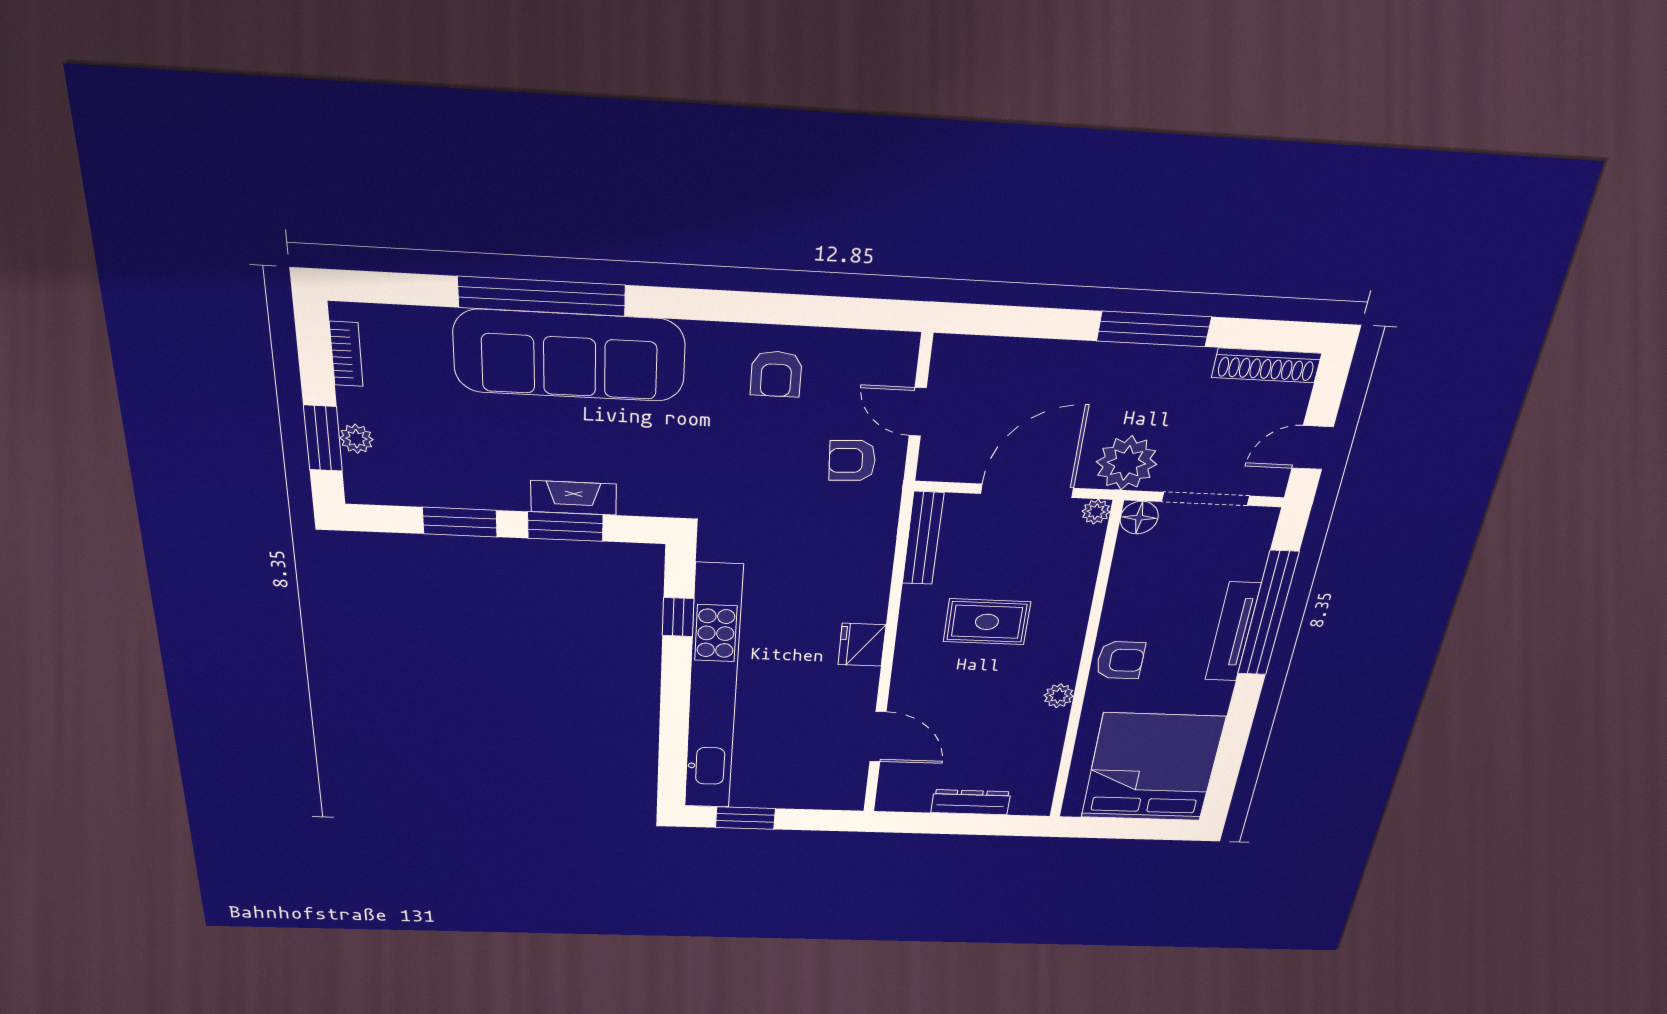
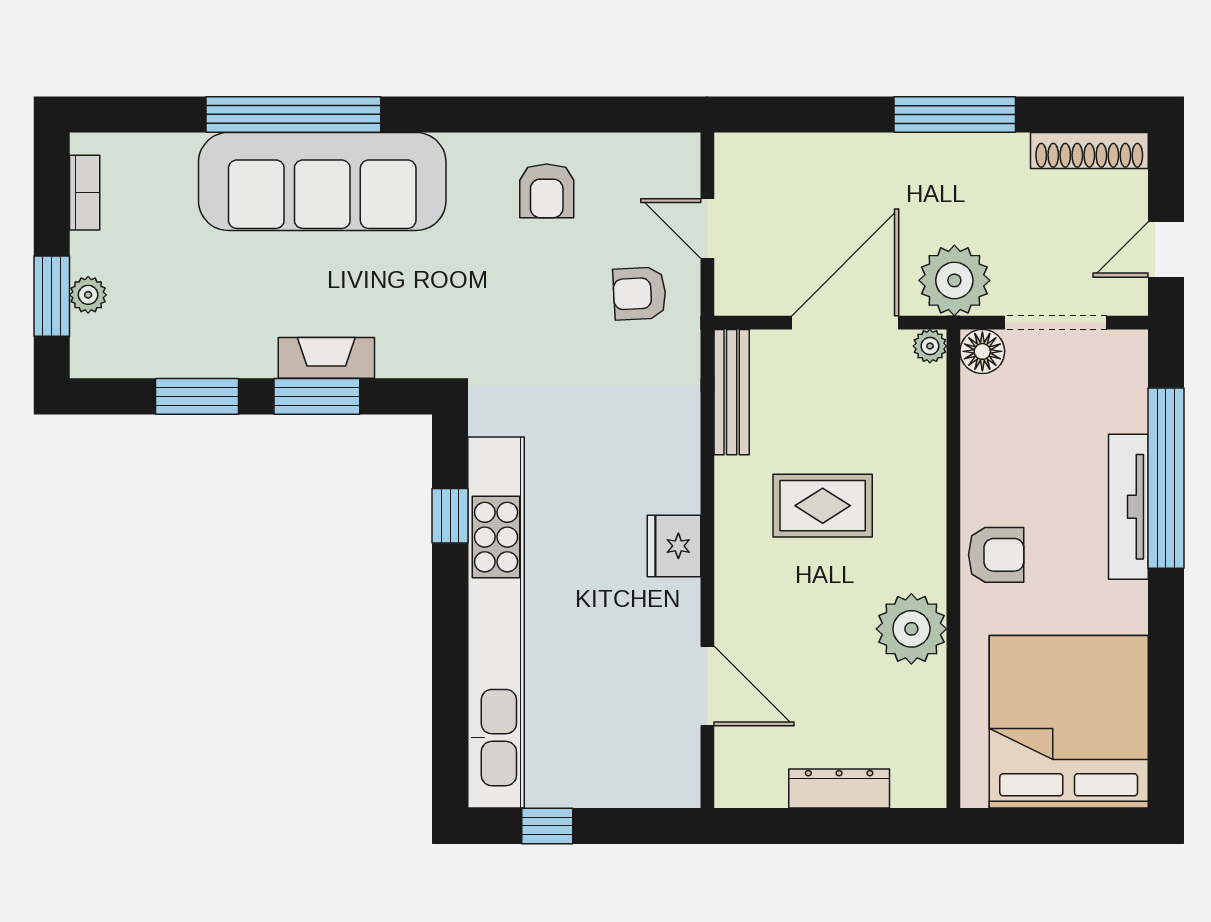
plant: (1059, 696) -> (911, 629), width x1.88, depth x1.88
window: (745, 818) -> (547, 826), width x0.67

